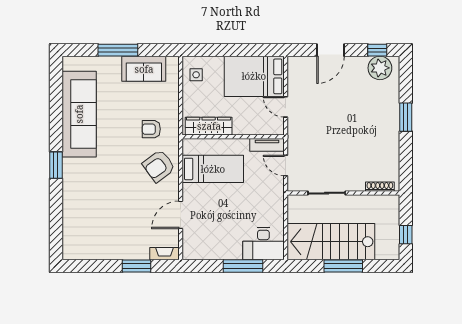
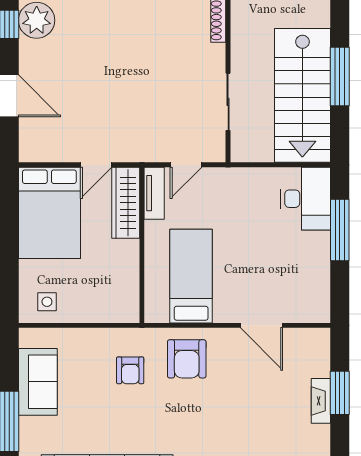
wardrobe: (209, 126) -> (126, 203), moved
armchair: (159, 166) -> (187, 359), turned 36
fireplace: (164, 254) -> (321, 401), moved

